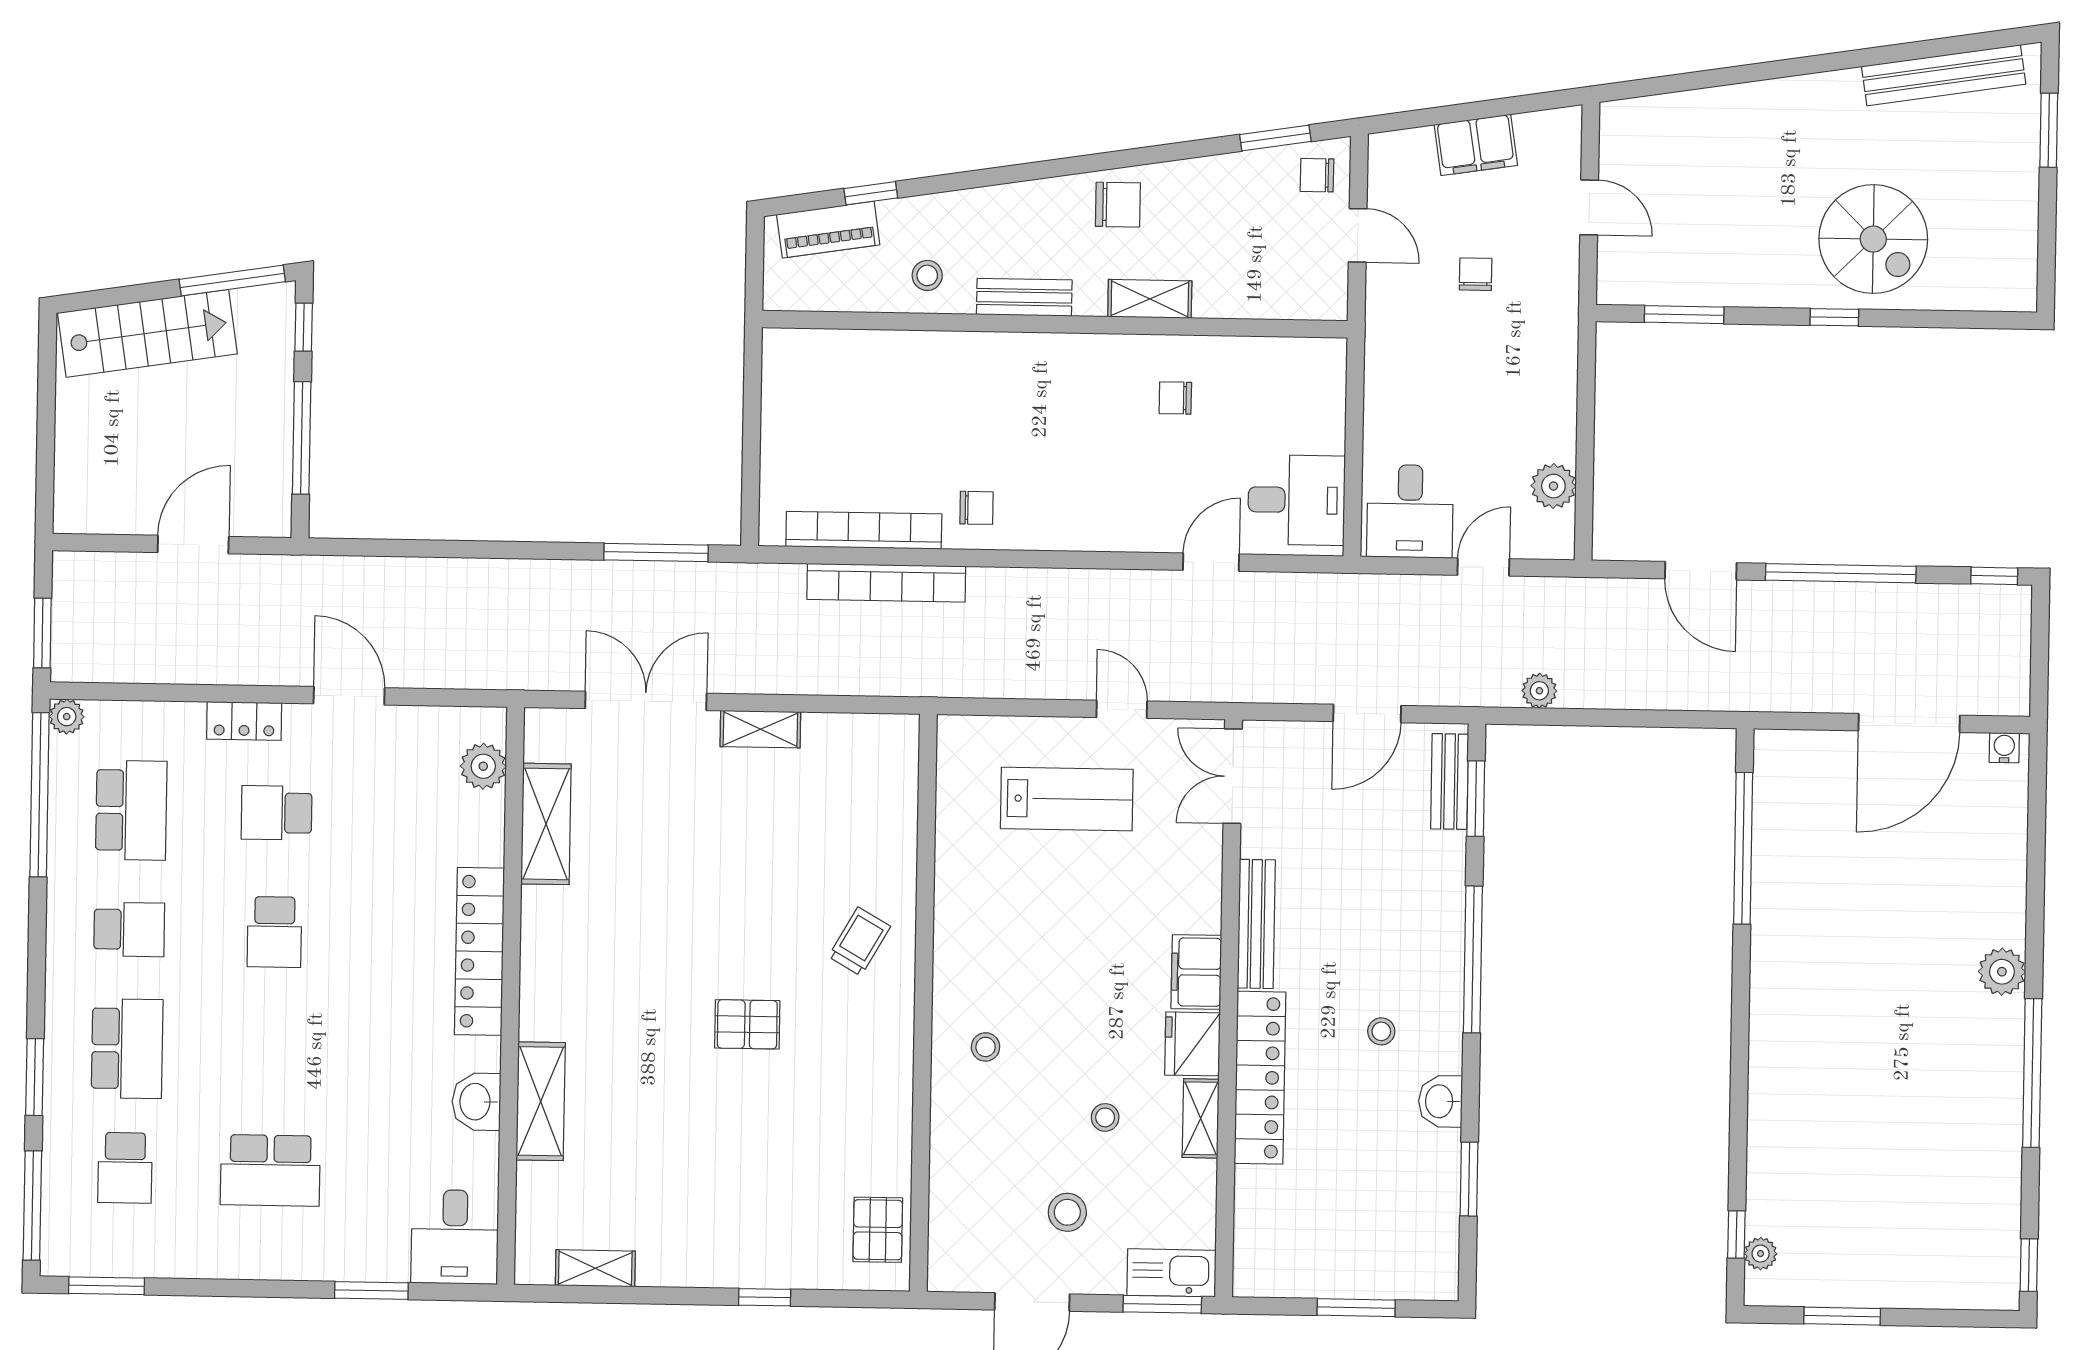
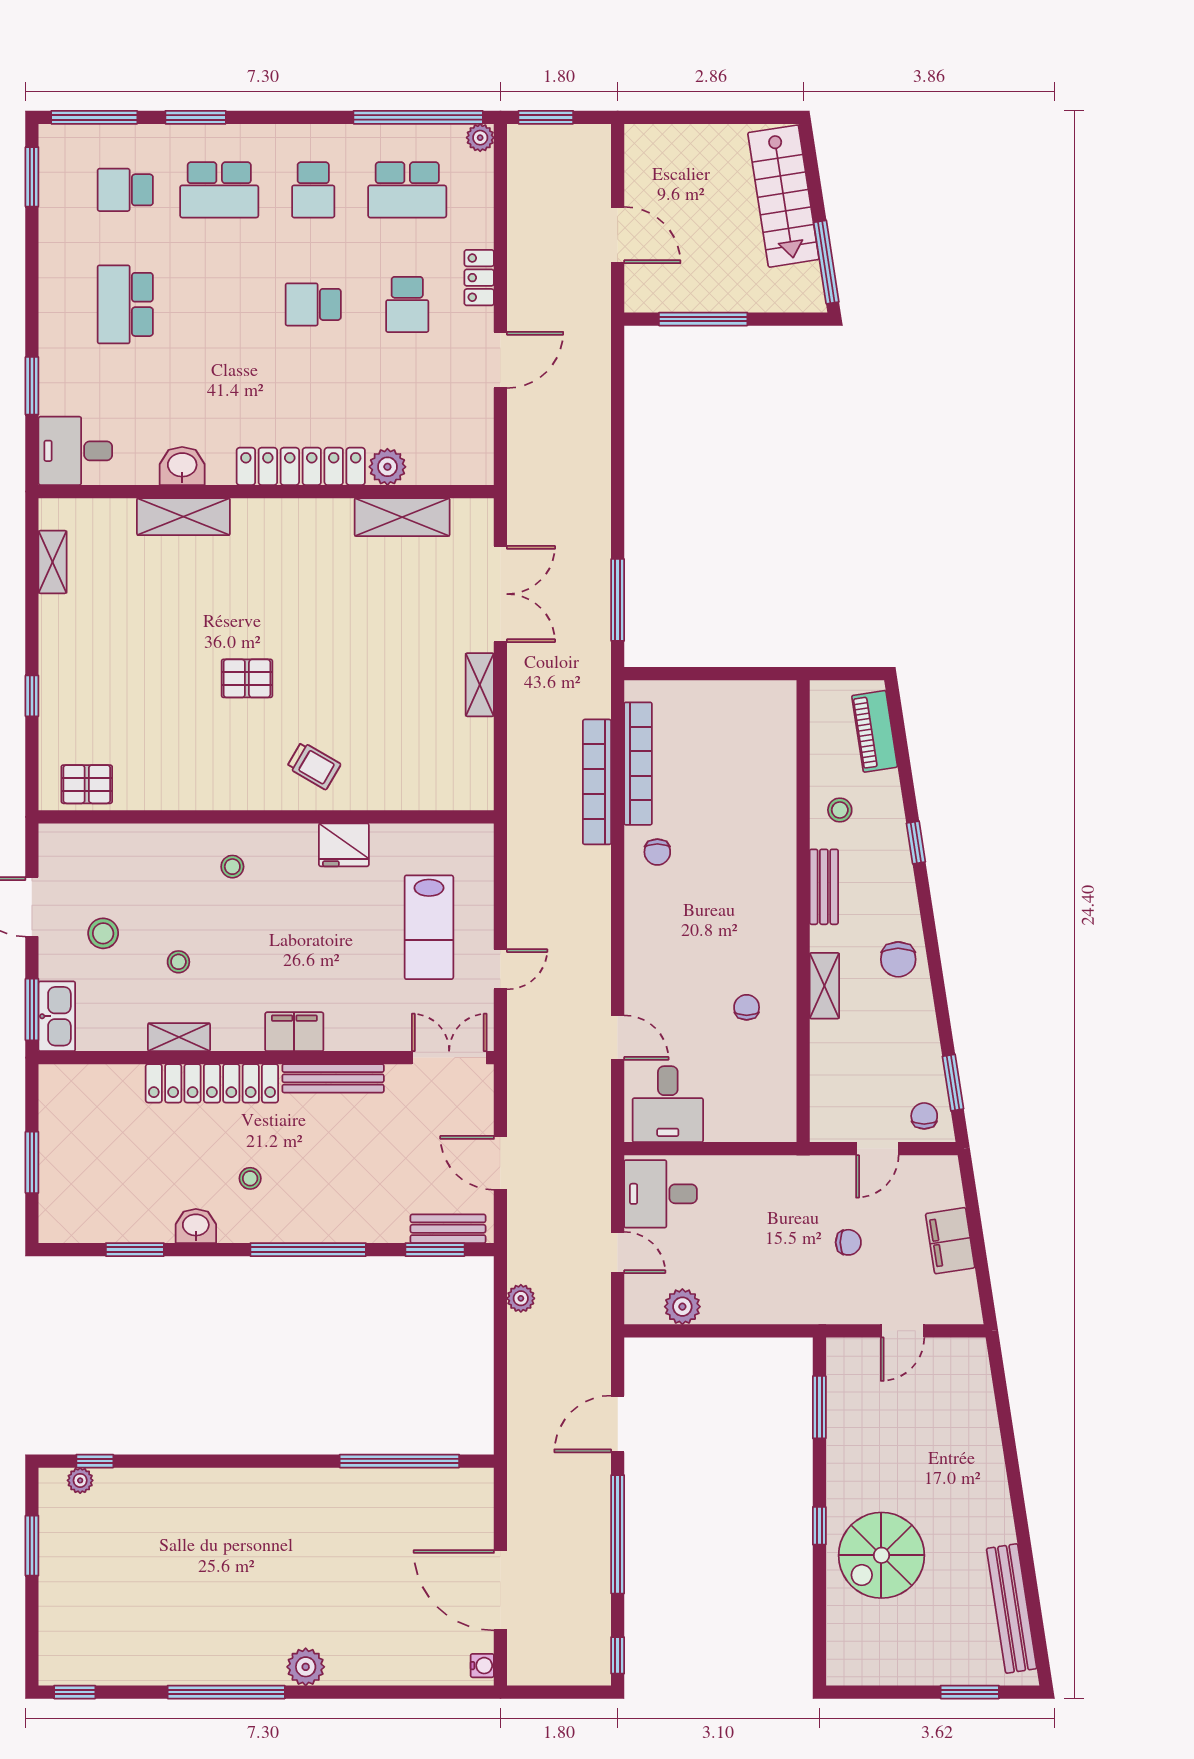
window: (871, 193) -> (916, 843), moved
window: (304, 327) -> (790, 319), removed
plant: (483, 766) -> (387, 467), moved
school desk: (277, 813) -> (407, 304), turned 180
pallet: (747, 1024) -> (247, 678), turned 90
fridge: (1192, 1044) -> (344, 845), moved, turned 180

